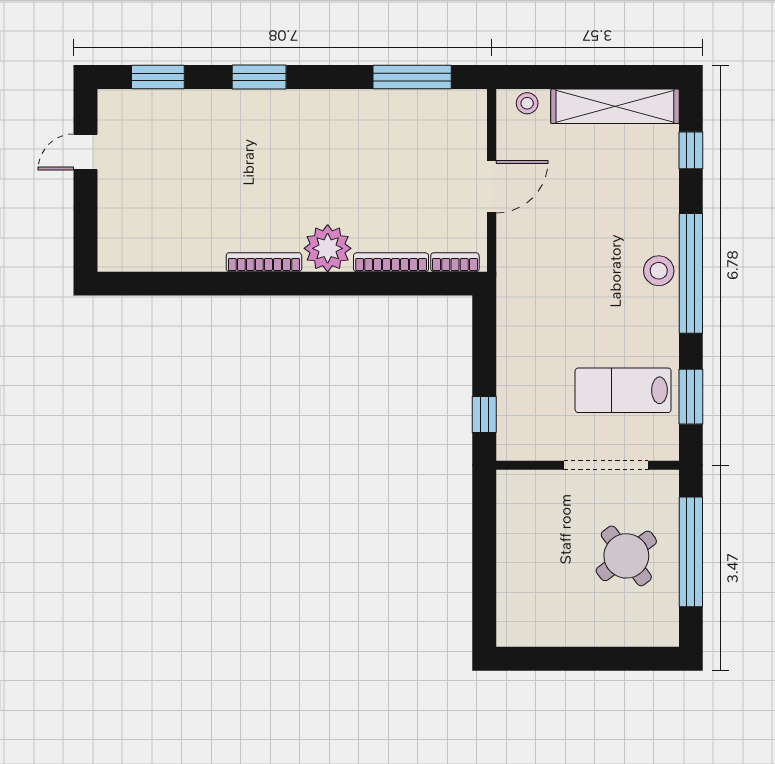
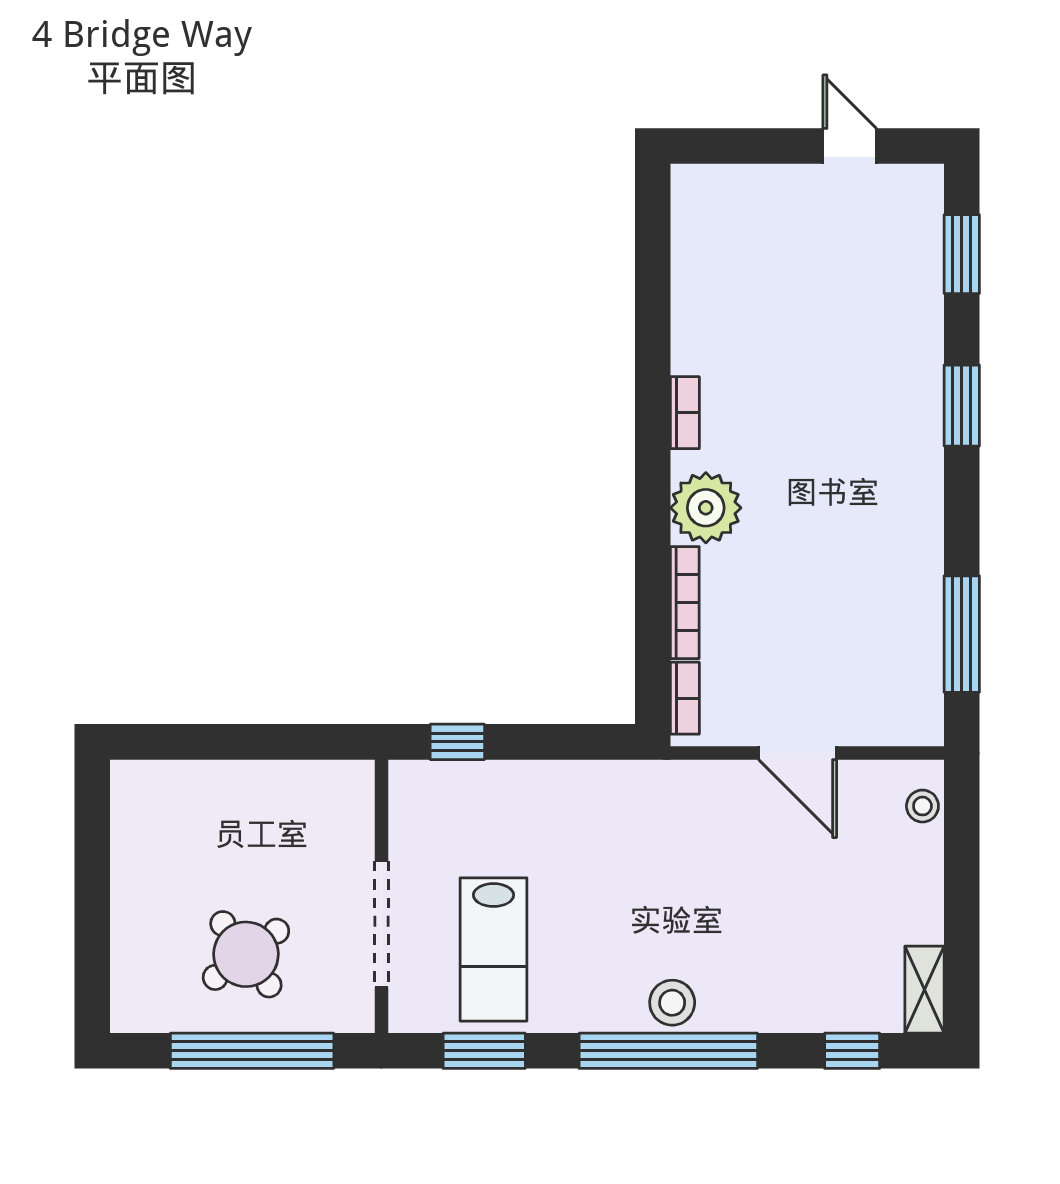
shelving: (615, 106) -> (925, 990), width x0.45, depth x0.75
bookcase: (264, 262) -> (685, 413), width x0.64
lab bench: (623, 390) -> (494, 949), turned 180

